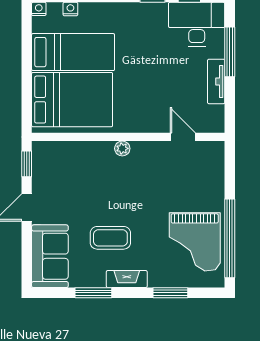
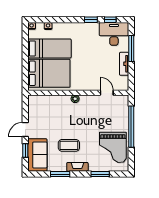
window: (27, 164) -> (25, 150), moved
window: (230, 238) -> (131, 127), moved

